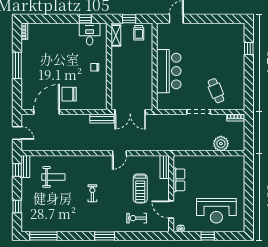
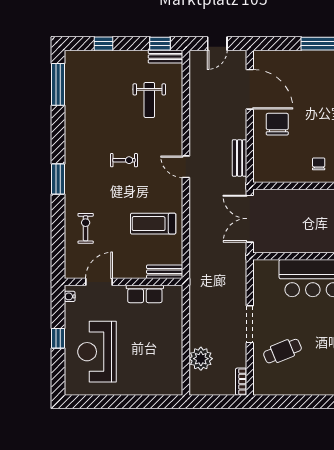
bench: (102, 118) -> (240, 158), moved
door: (120, 153) -> (186, 167), moved
treadmill: (140, 188) -> (153, 224), moved

